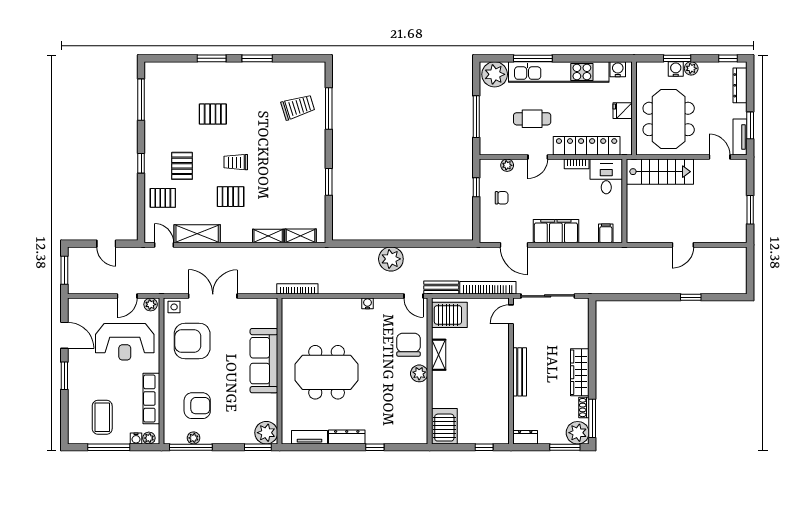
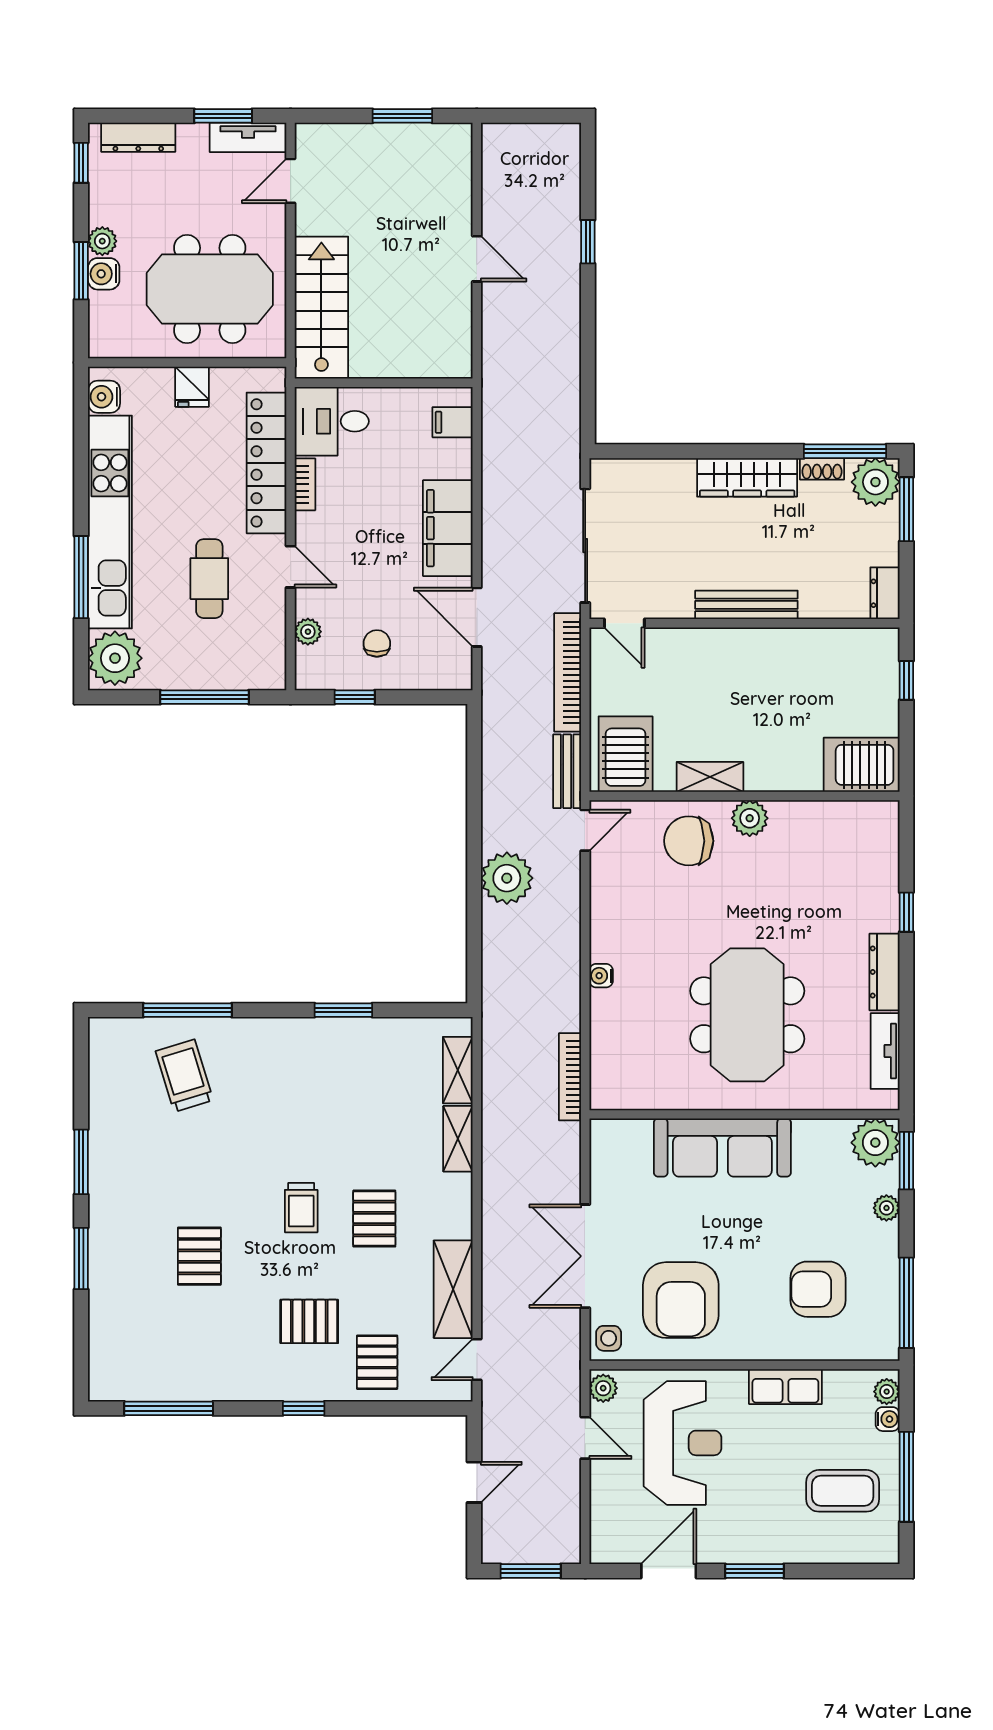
door: (514, 245) -> (477, 617), swing flipped
water cooler: (368, 303) -> (601, 976), moved
row of seats: (151, 399) -> (785, 1387), width x0.68
armchair: (197, 406) -> (818, 1289), turned -90
plant: (194, 438) -> (886, 1208), moved

